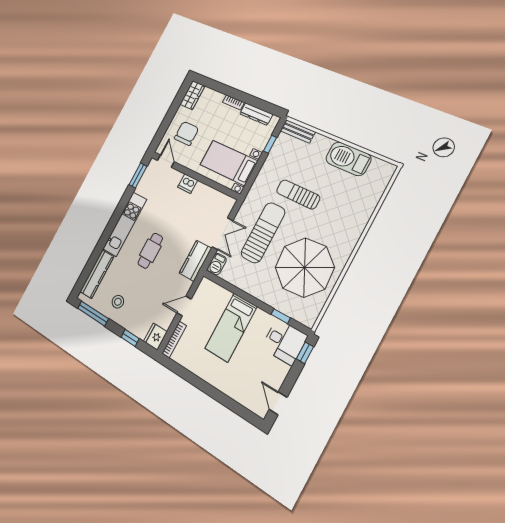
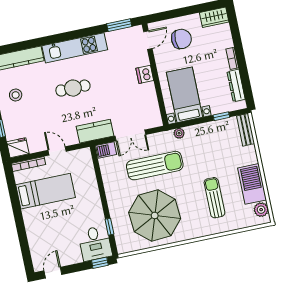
plant: (378, 167) -> (261, 210), added
plant: (254, 191) -> (179, 133), added
sun lounger: (298, 194) -> (214, 198), moved
bed: (231, 328) -> (46, 191), moved, turned 180

